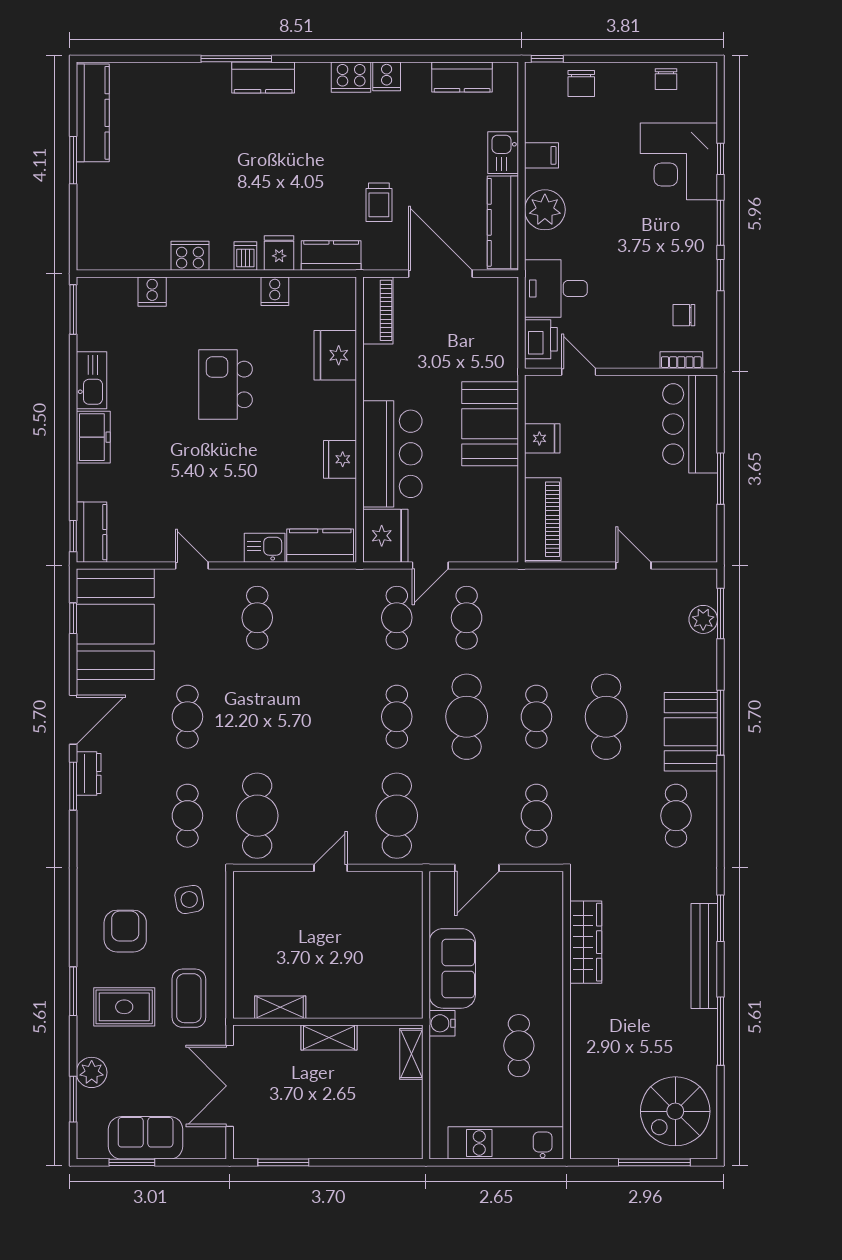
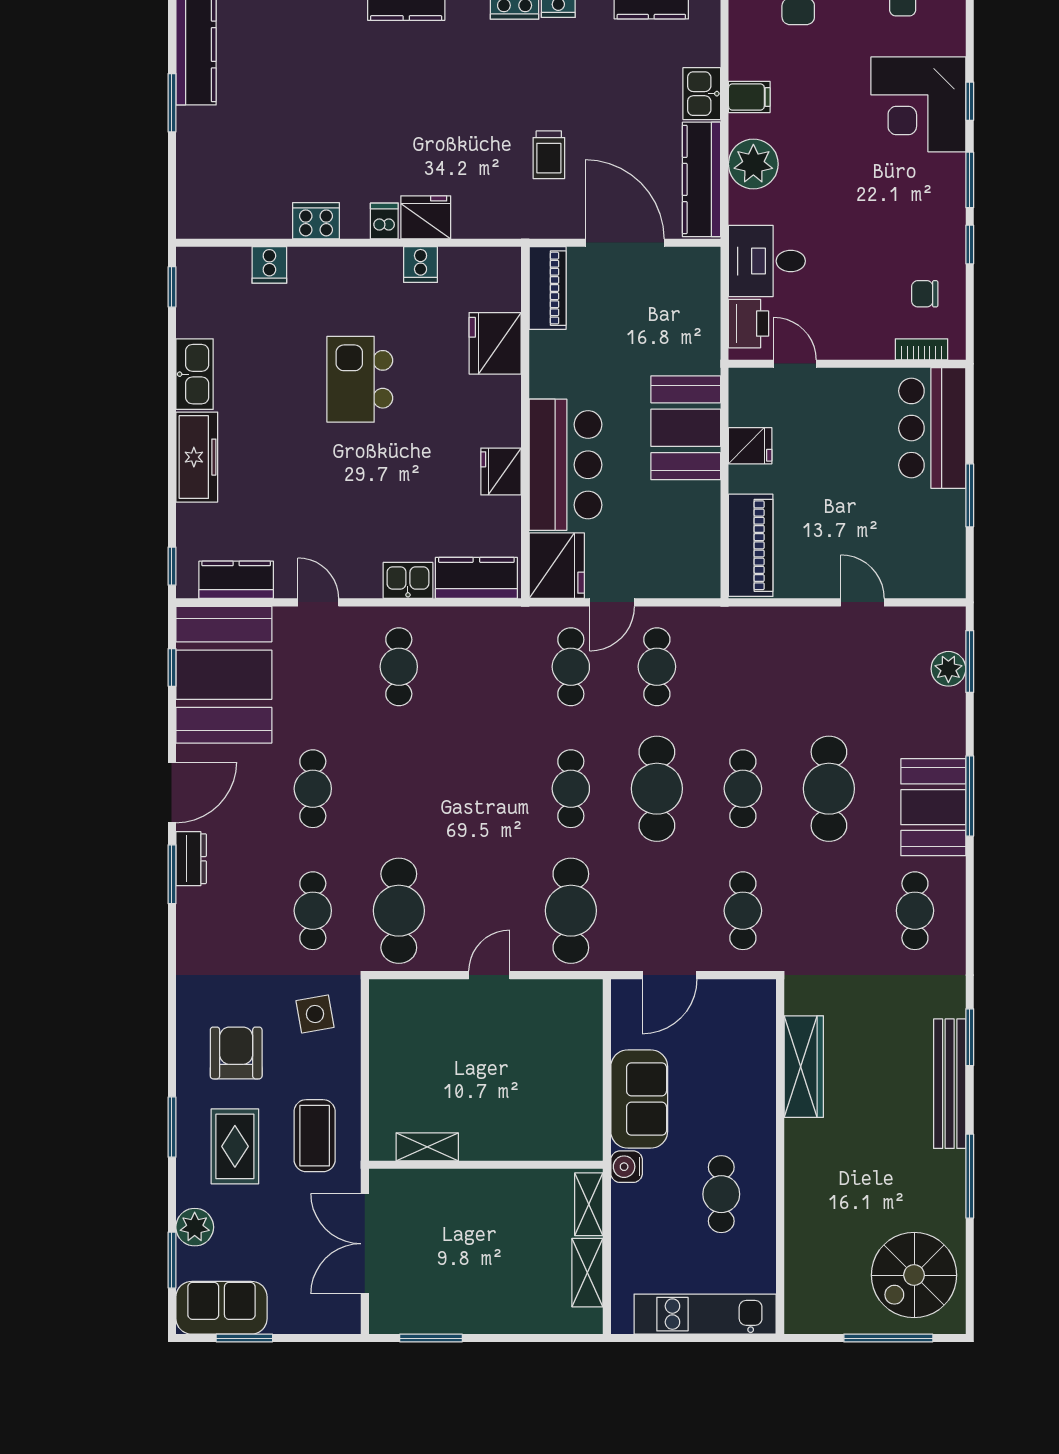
fridge: (279, 253) -> (426, 217), width x1.38
kitchen counter: (331, 256) -> (490, 220), removed
window: (73, 309) -> (172, 287), width x0.67
freezer: (93, 437) -> (197, 457), width x1.40
kitchen counter: (91, 532) -> (236, 580), moved, turned -90
rug: (124, 1007) -> (235, 1146), turned 90
shelving: (329, 1038) -> (587, 1273), moved, turned 90
sofa: (146, 1138) -> (222, 1308), moved

